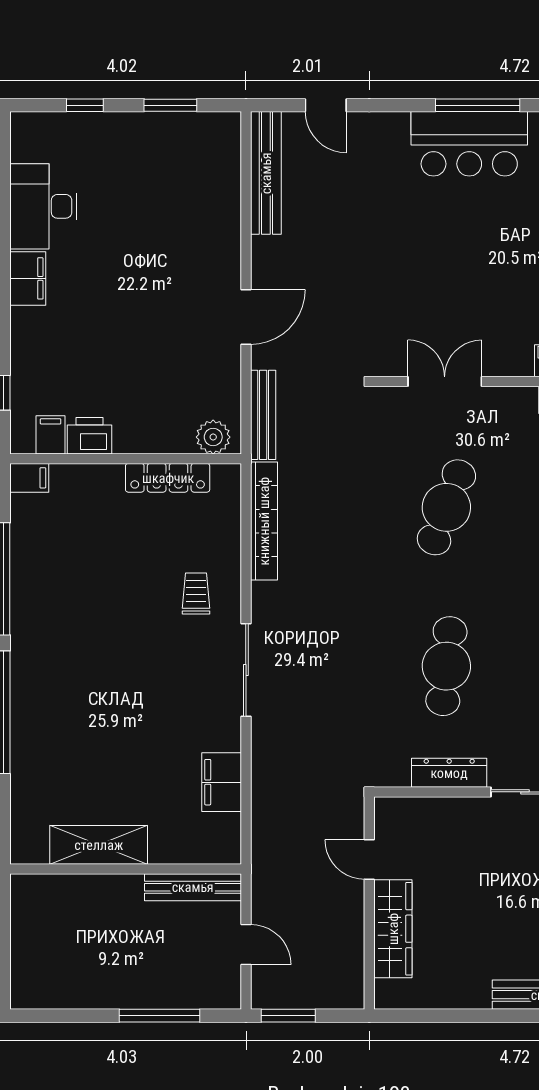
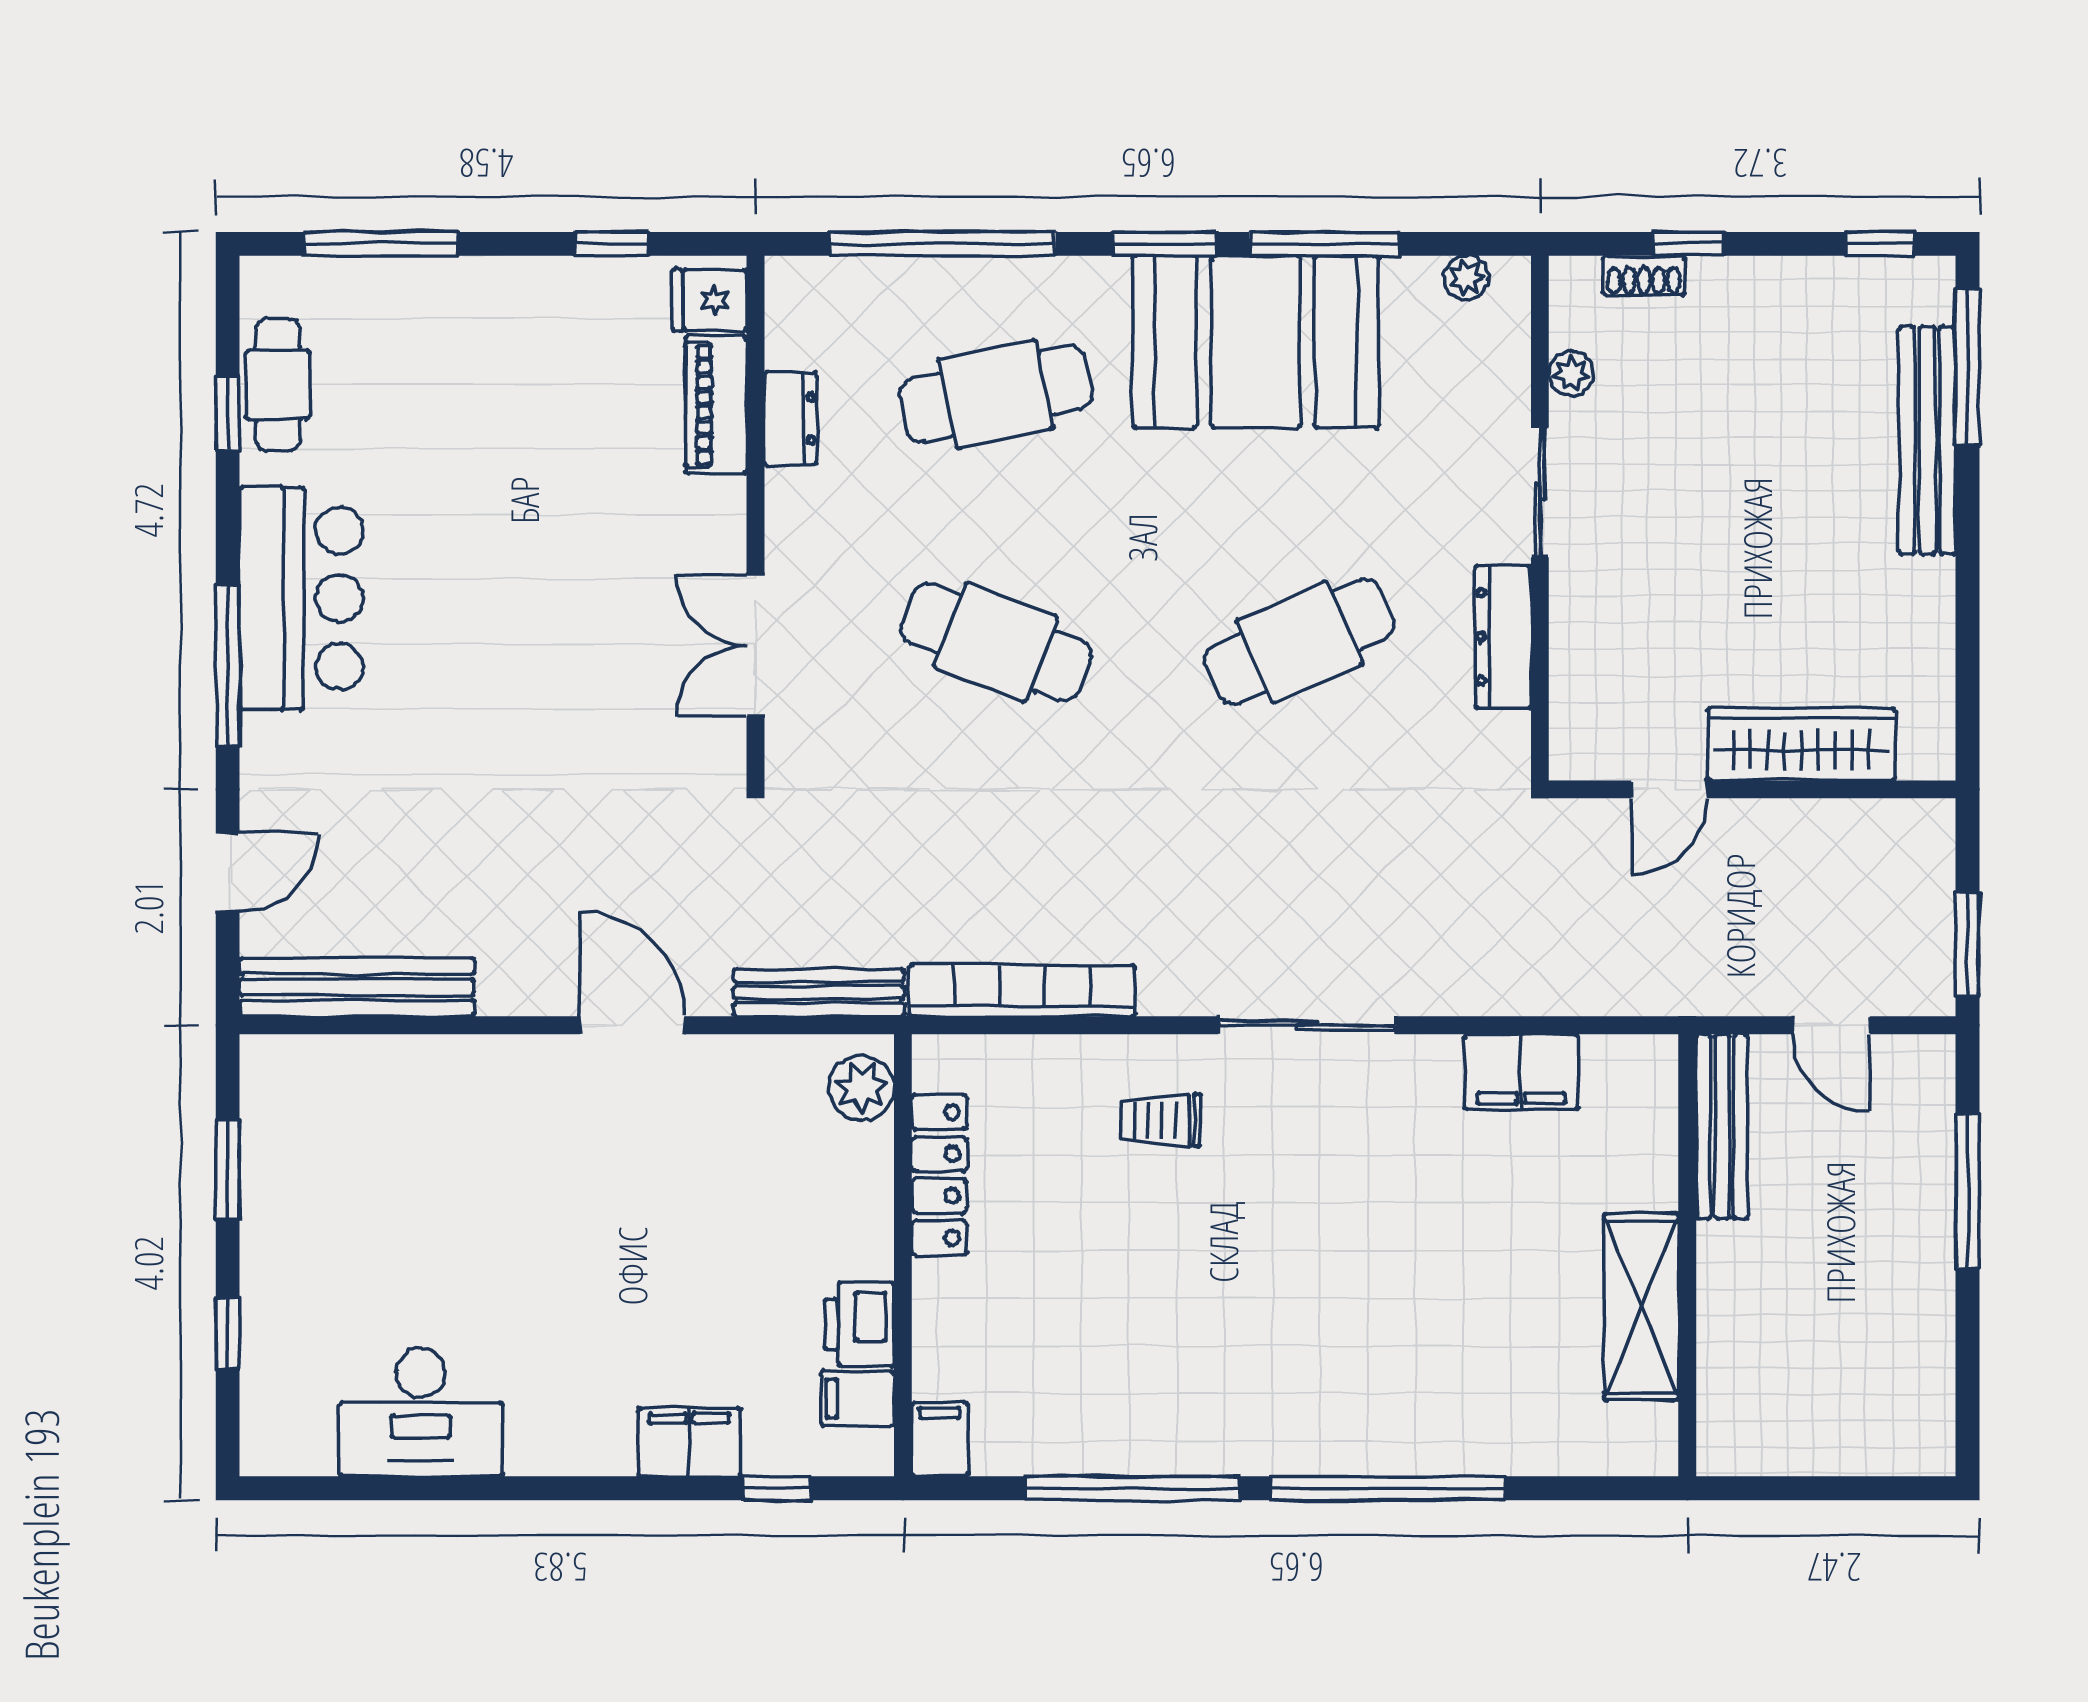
window: (478, 105) -> (228, 666), moved
filing cabinet: (28, 278) -> (689, 1442), moved
cafe table: (446, 666) -> (1299, 642), turned -30
door: (246, 944) -> (1831, 1025), swing flipped

